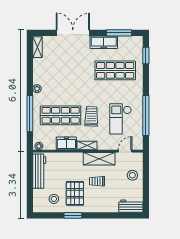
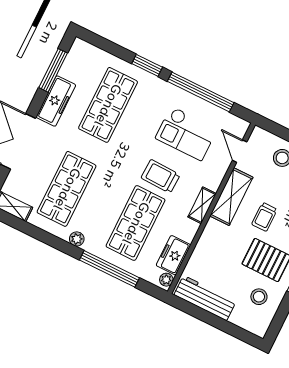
window: (146, 55) -> (147, 65), moved
shop shelf: (61, 70) -> (67, 189), added
freezer: (66, 143) -> (173, 255), moved

